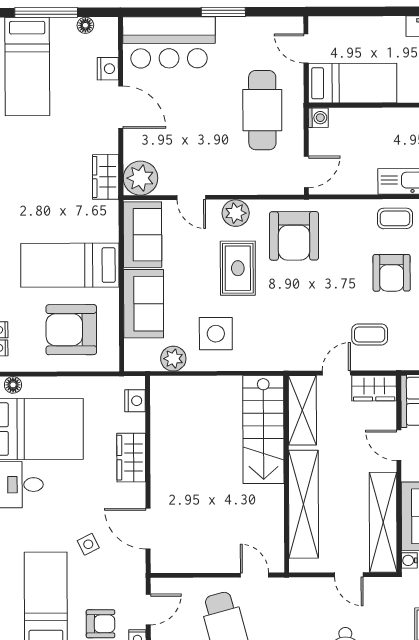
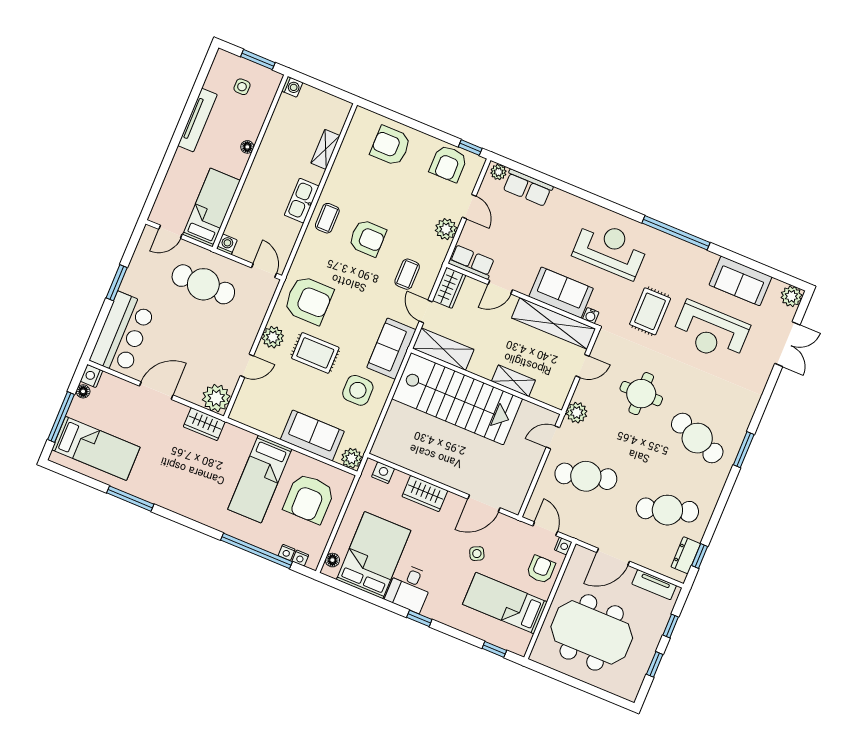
nightstand: (108, 69) -> (92, 376), moved, turned -90
sofa: (143, 235) -> (391, 349), moved, turned -90
plant: (173, 359) -> (352, 458), moved
stairs: (263, 430) -> (457, 399), width x1.36, depth x1.51
shelving: (303, 504) -> (513, 381), width x0.45, depth x0.75
plant: (294, 590) -> (577, 413), added

